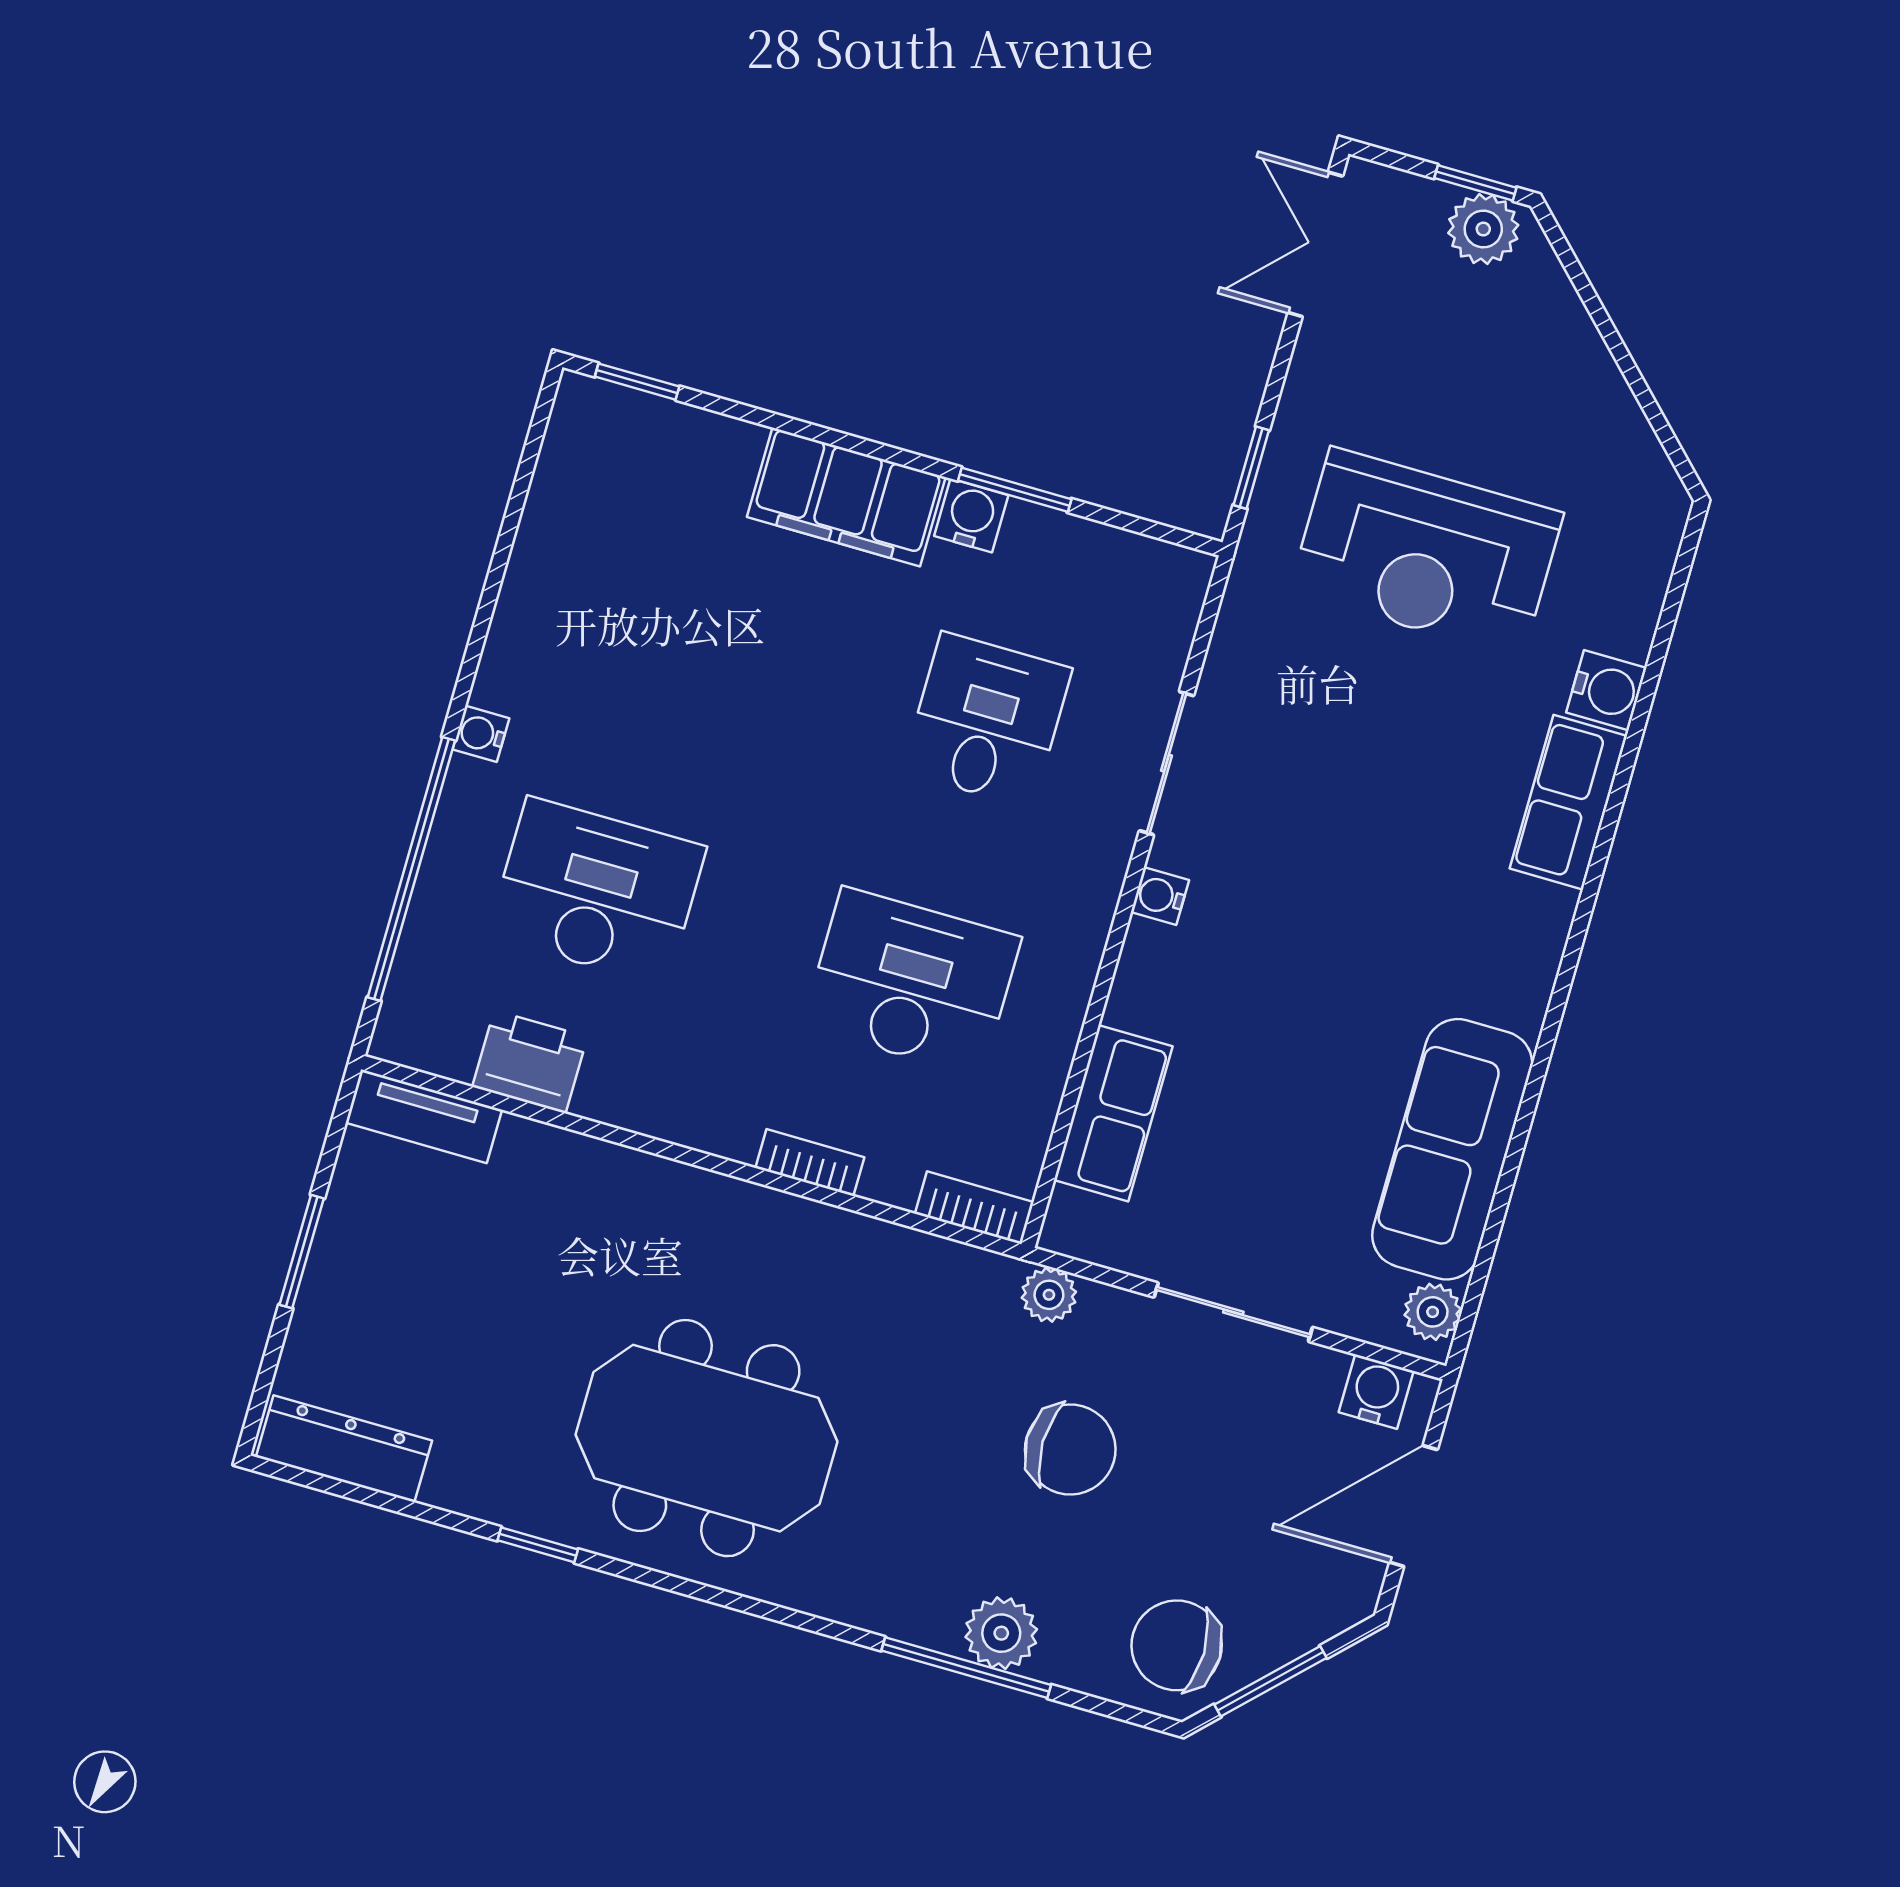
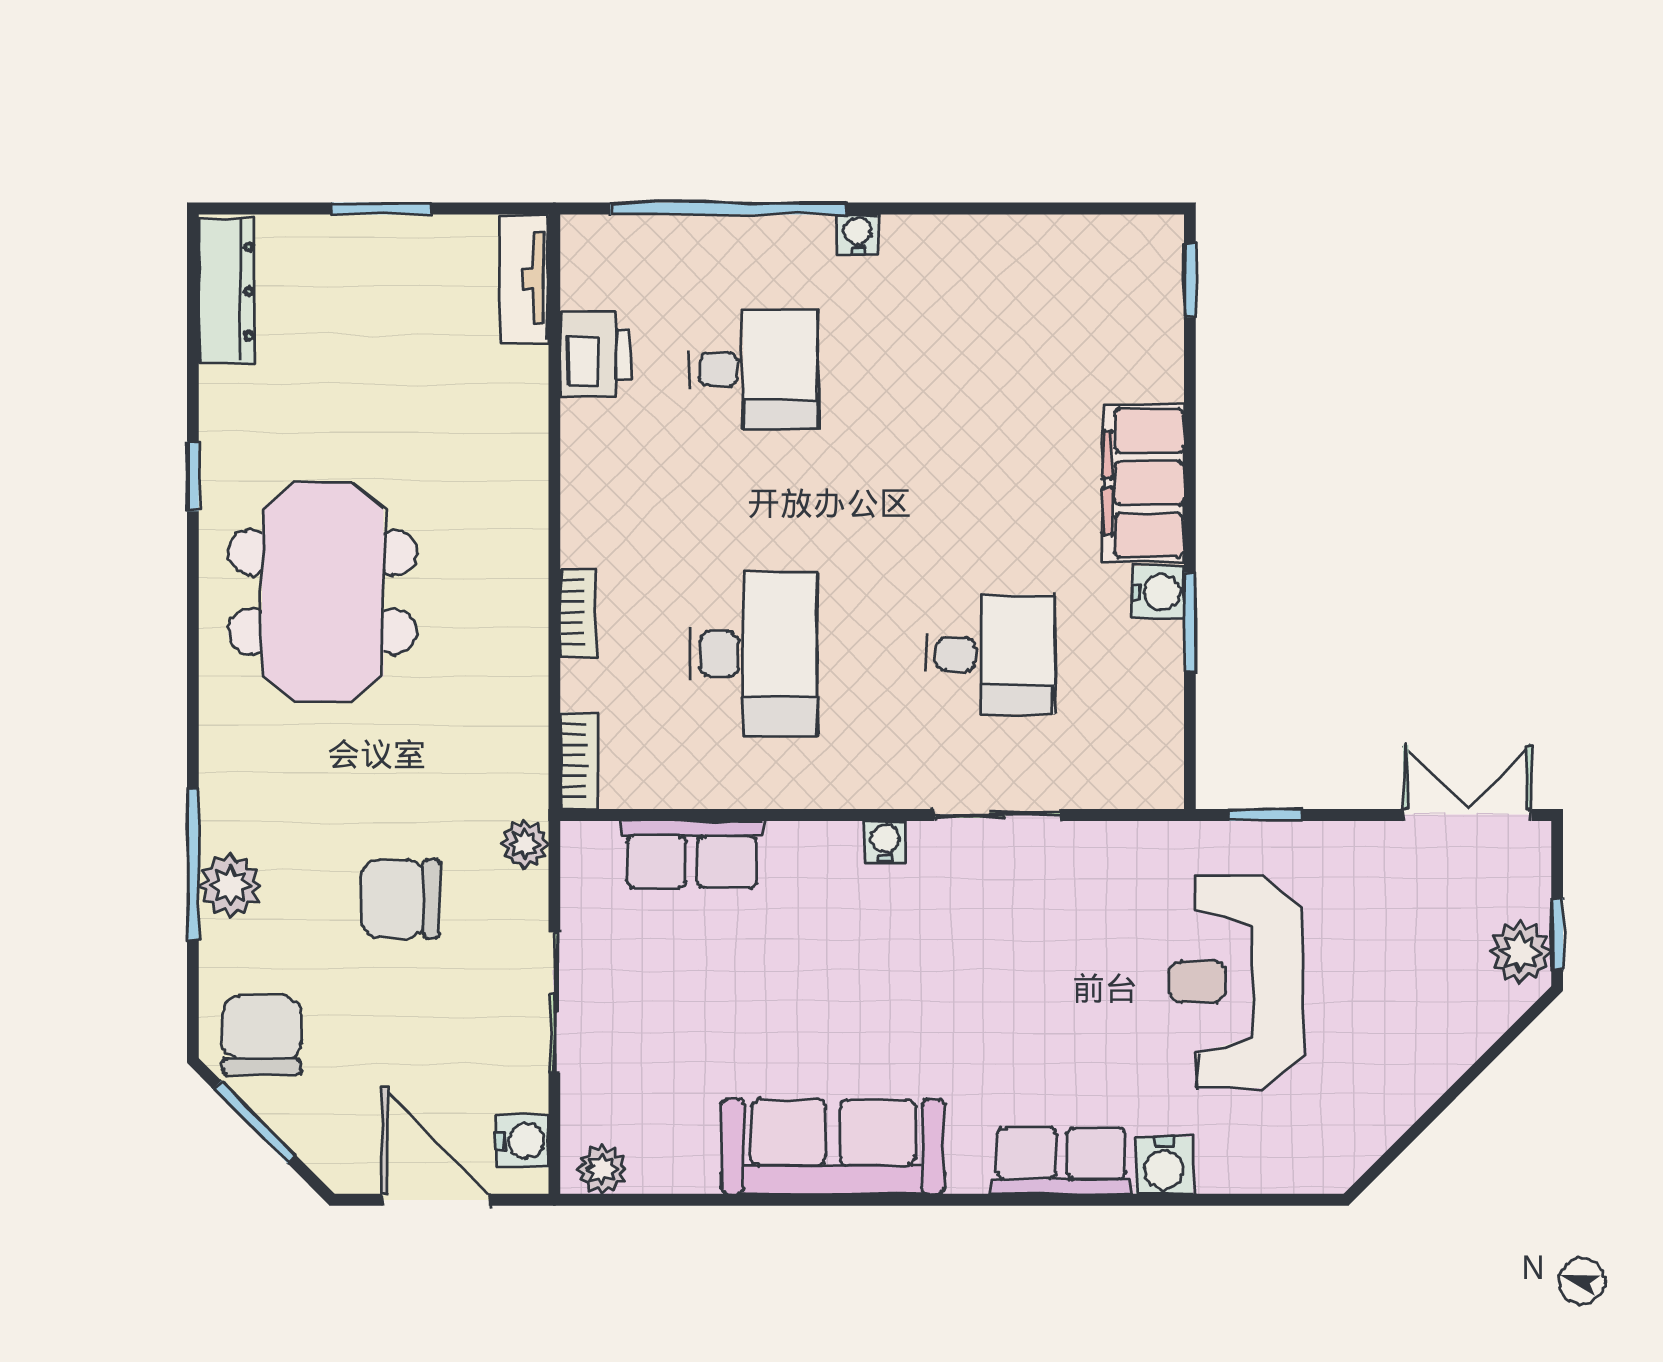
desk: (597, 891) -> (754, 369), width x0.73
sofa: (1452, 1149) -> (833, 1147), moved
chair: (1070, 1449) -> (400, 899), turned 90

